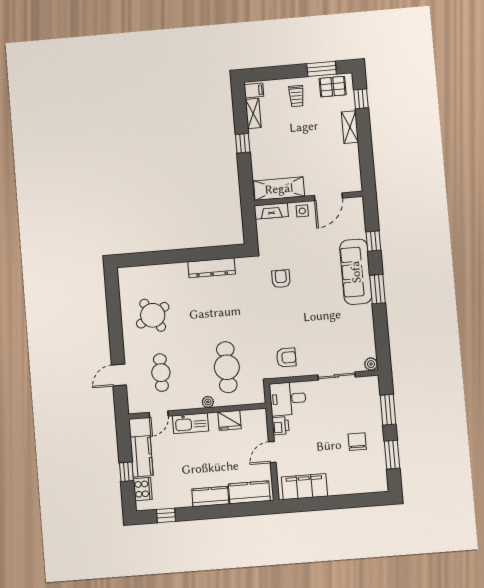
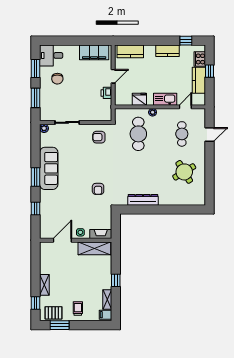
sofa: (356, 272) -> (49, 168), moved
desk: (288, 399) -> (51, 55), moved, turned 180
kitchen counter: (210, 496) -> (168, 51), moved

